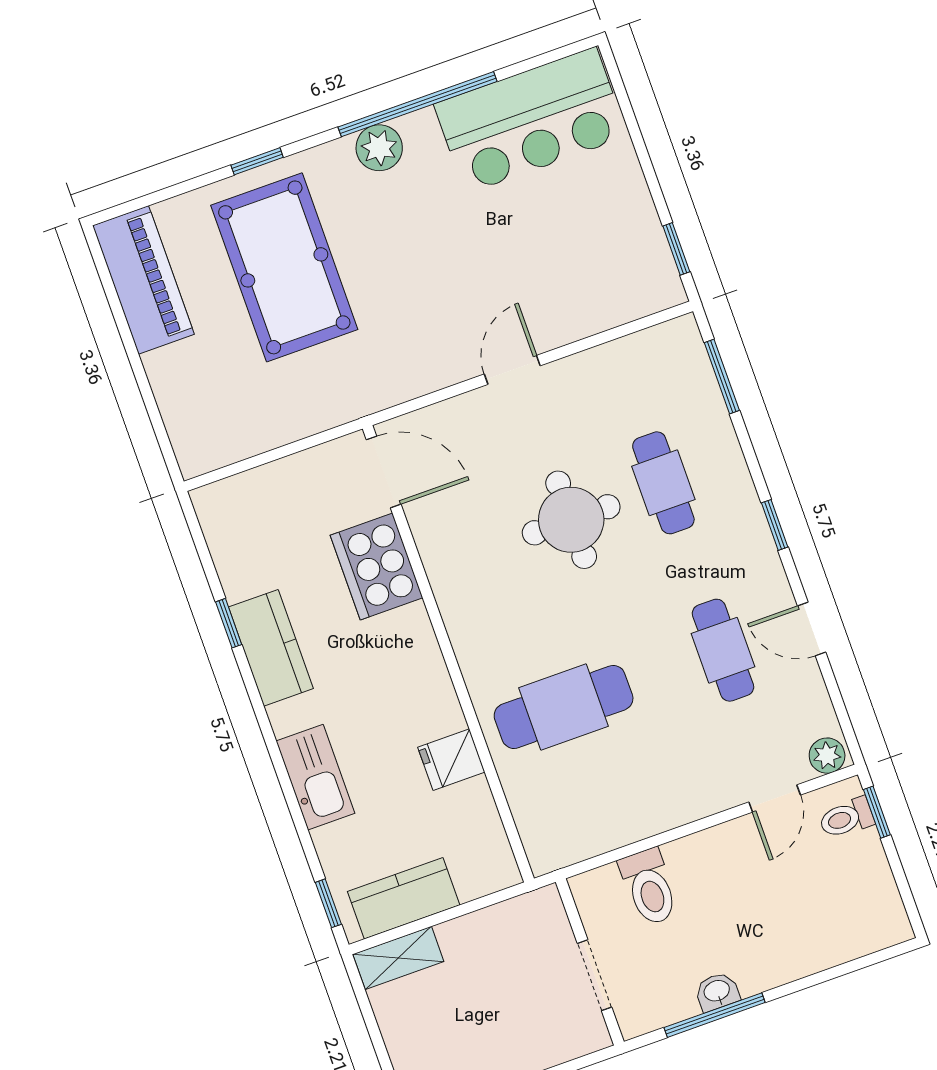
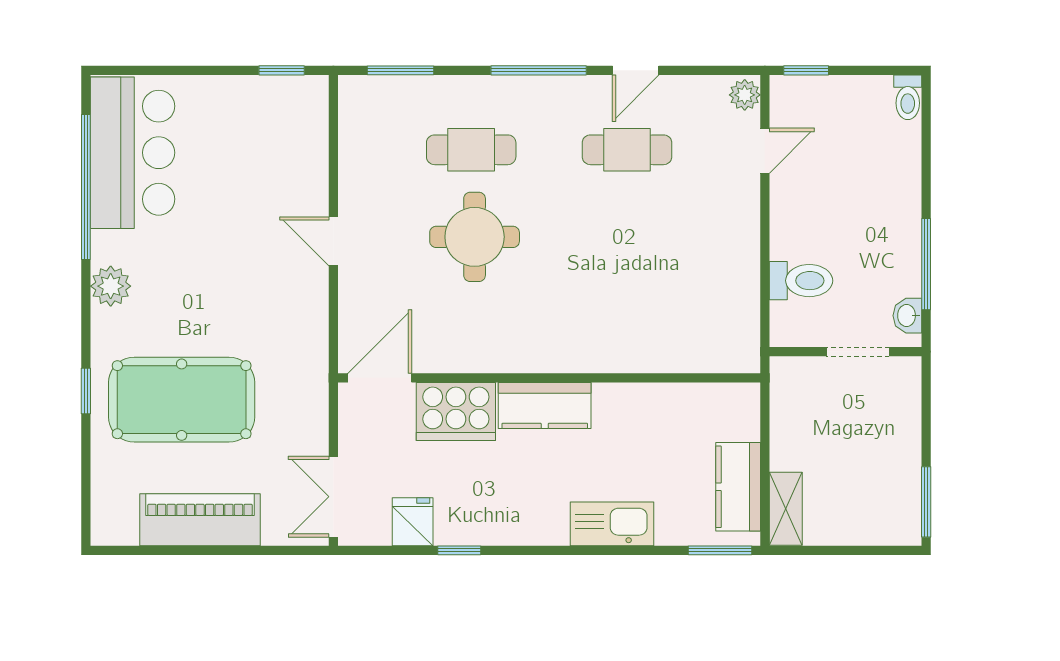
window: (417, 104) -> (86, 187), moved
piano: (143, 280) -> (200, 520), moved
double door: (238, 468) -> (333, 497), added
window: (775, 525) -> (539, 70), width x2.17
kitchen counter: (271, 648) -> (545, 405), moved, turned 180
cafe table: (564, 707) -> (627, 298), removed
fridge: (451, 760) -> (413, 522), moved, turned 180
door: (775, 799) -> (765, 151), hinge flipped
toilet: (846, 818) -> (908, 97), moved
window: (328, 903) -> (720, 550), width x1.50
washbasin: (717, 992) -> (907, 316), moved

